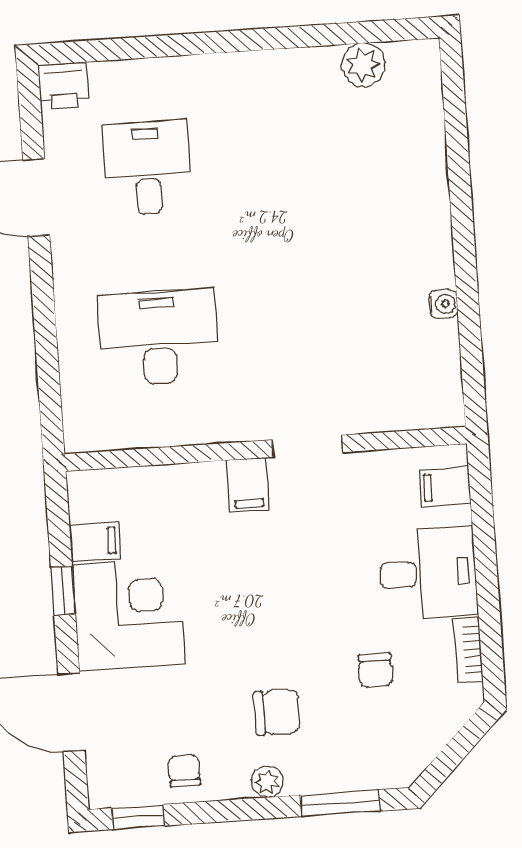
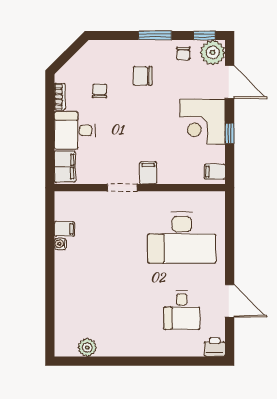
desk: (159, 337) -> (182, 238), width x1.36, depth x1.30
filing cabinet: (436, 340) -> (64, 229), added
filing cabinet: (445, 487) -> (65, 166), width x2.00
filing cabinet: (95, 541) -> (215, 172), moved
plant: (267, 782) -> (213, 52), moved, width x1.87, depth x1.87
window: (340, 803) -> (155, 36), moved

